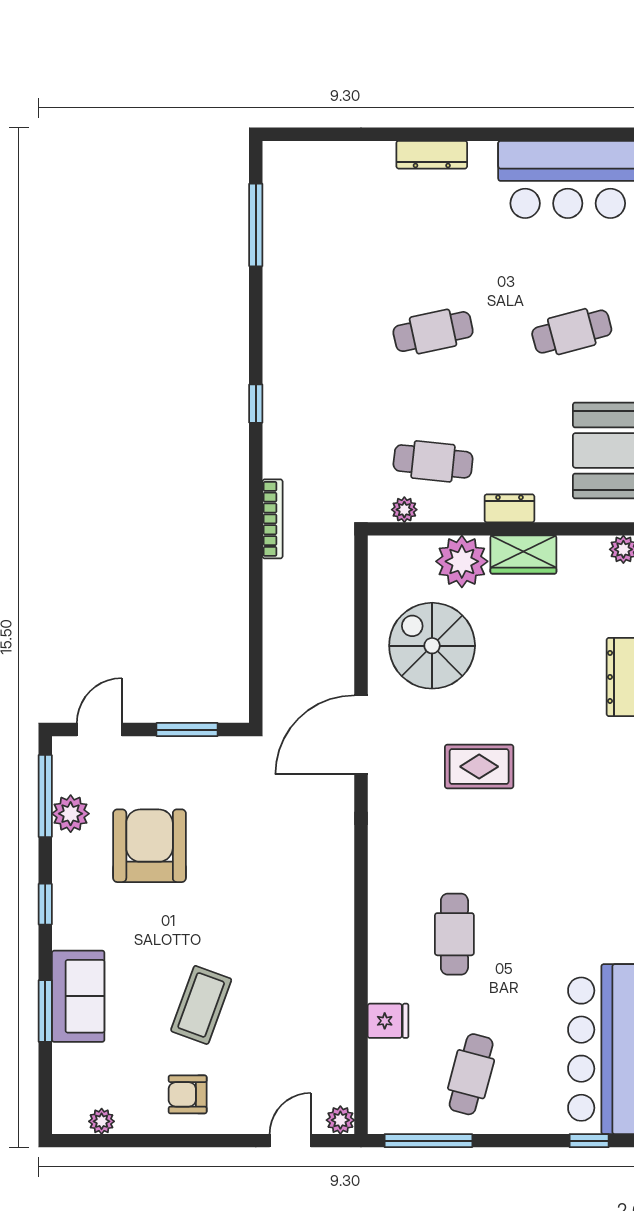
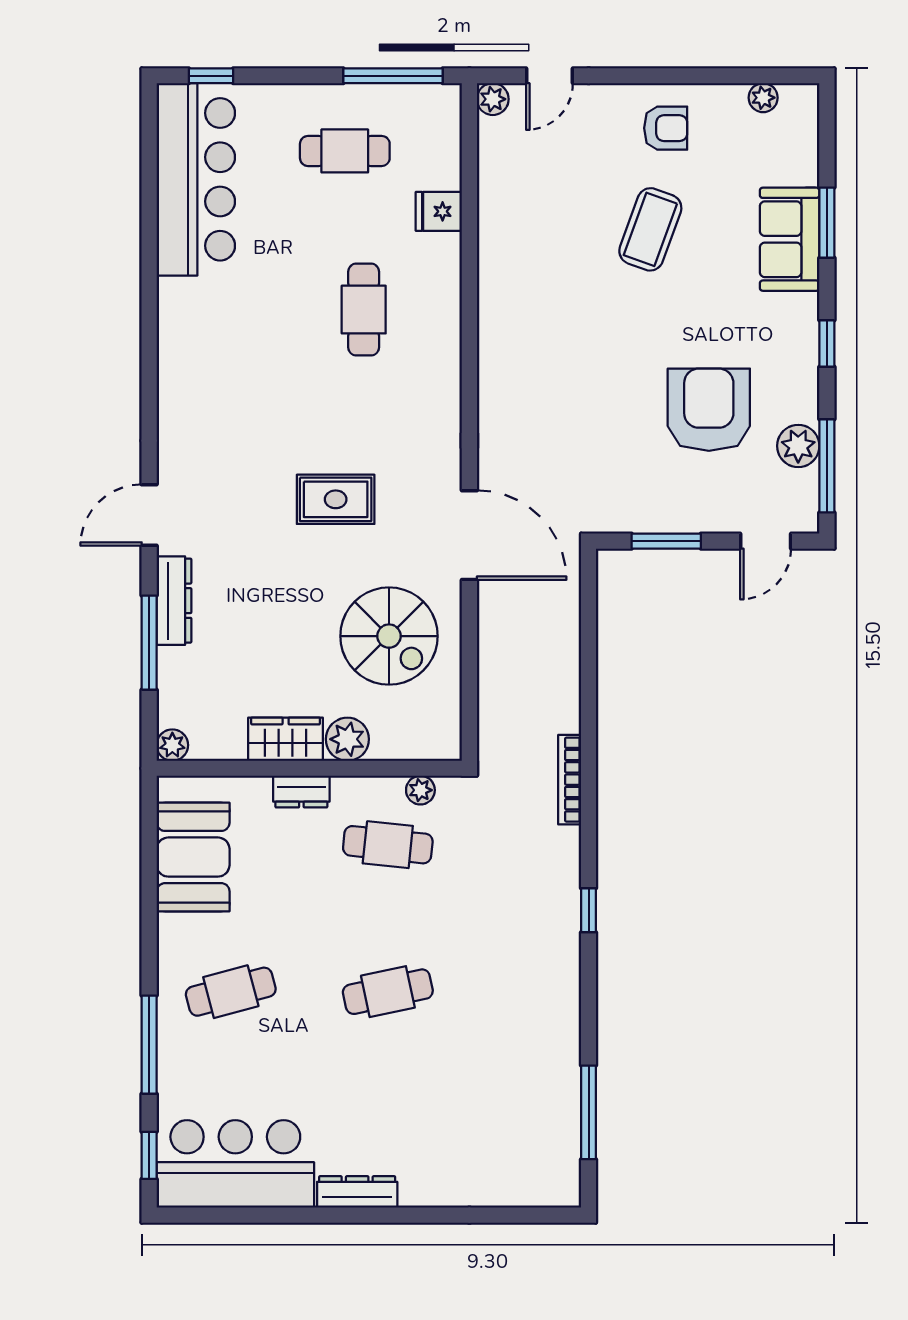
dresser: (432, 155) -> (357, 1192), moved
plant: (462, 561) -> (347, 739), width x0.73, depth x0.73
door: (361, 735) -> (469, 535), hinge flipped
armchair: (150, 846) -> (709, 410), turned 180
cafe table: (471, 1074) -> (345, 151), turned 75

